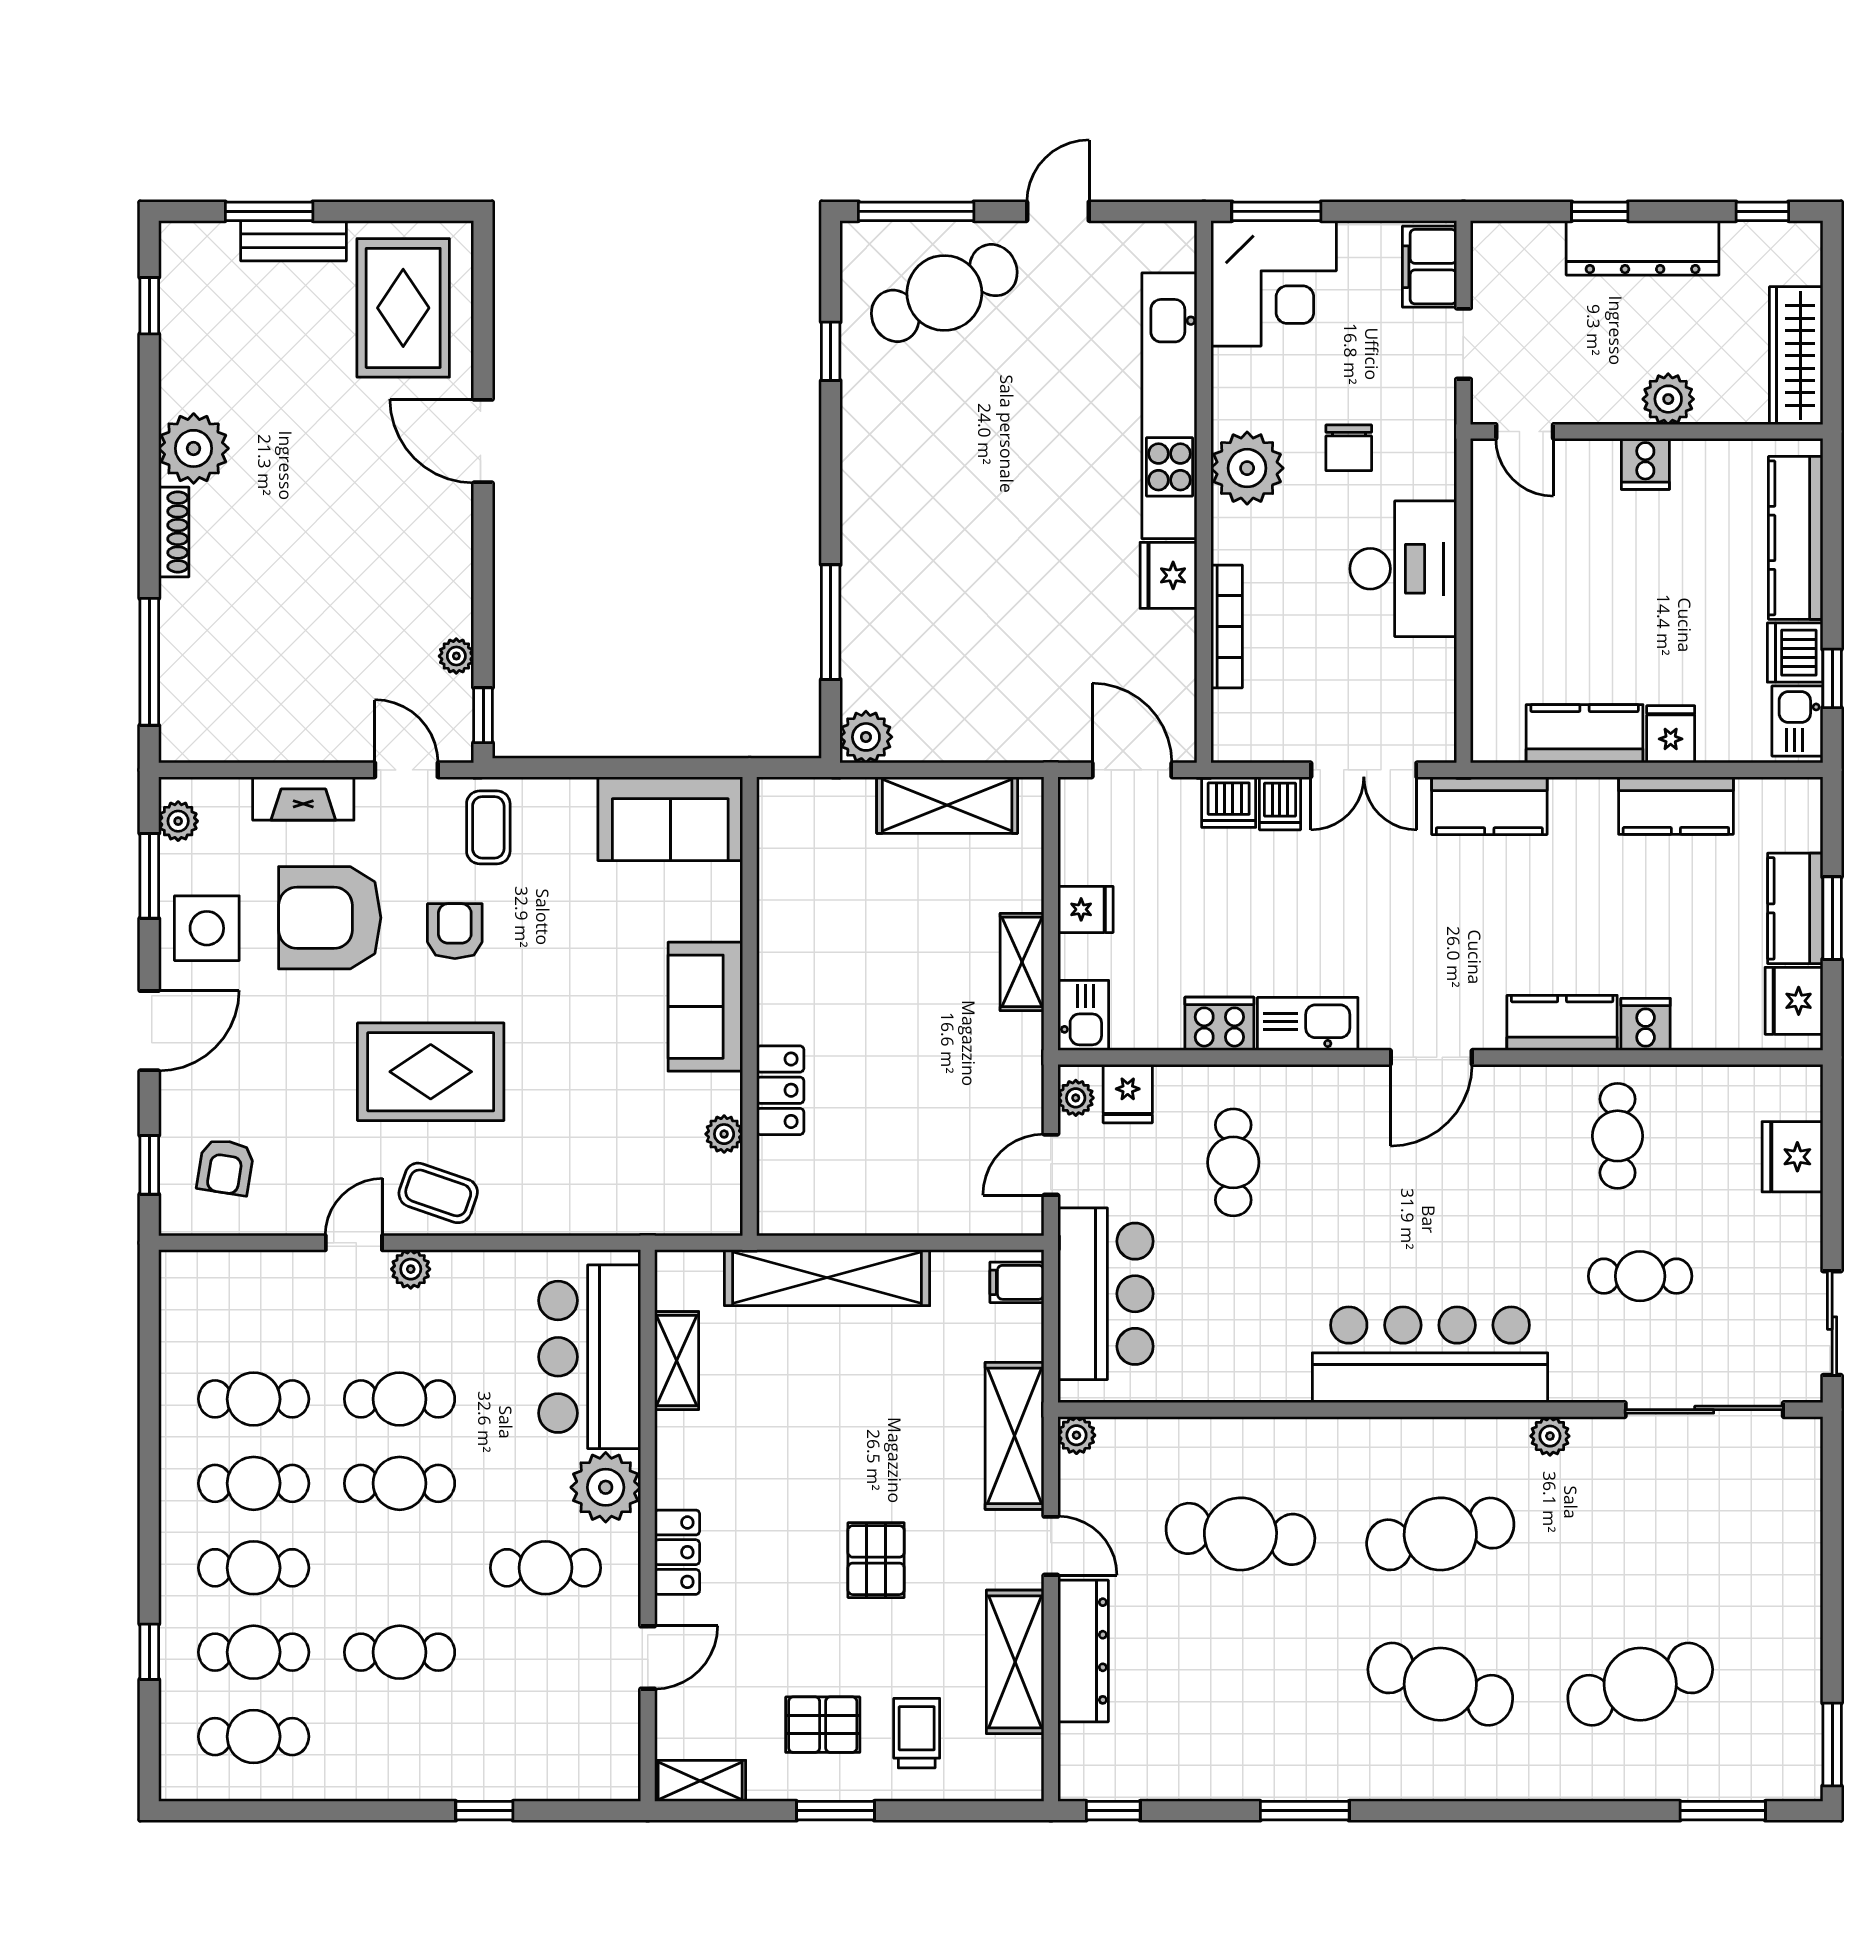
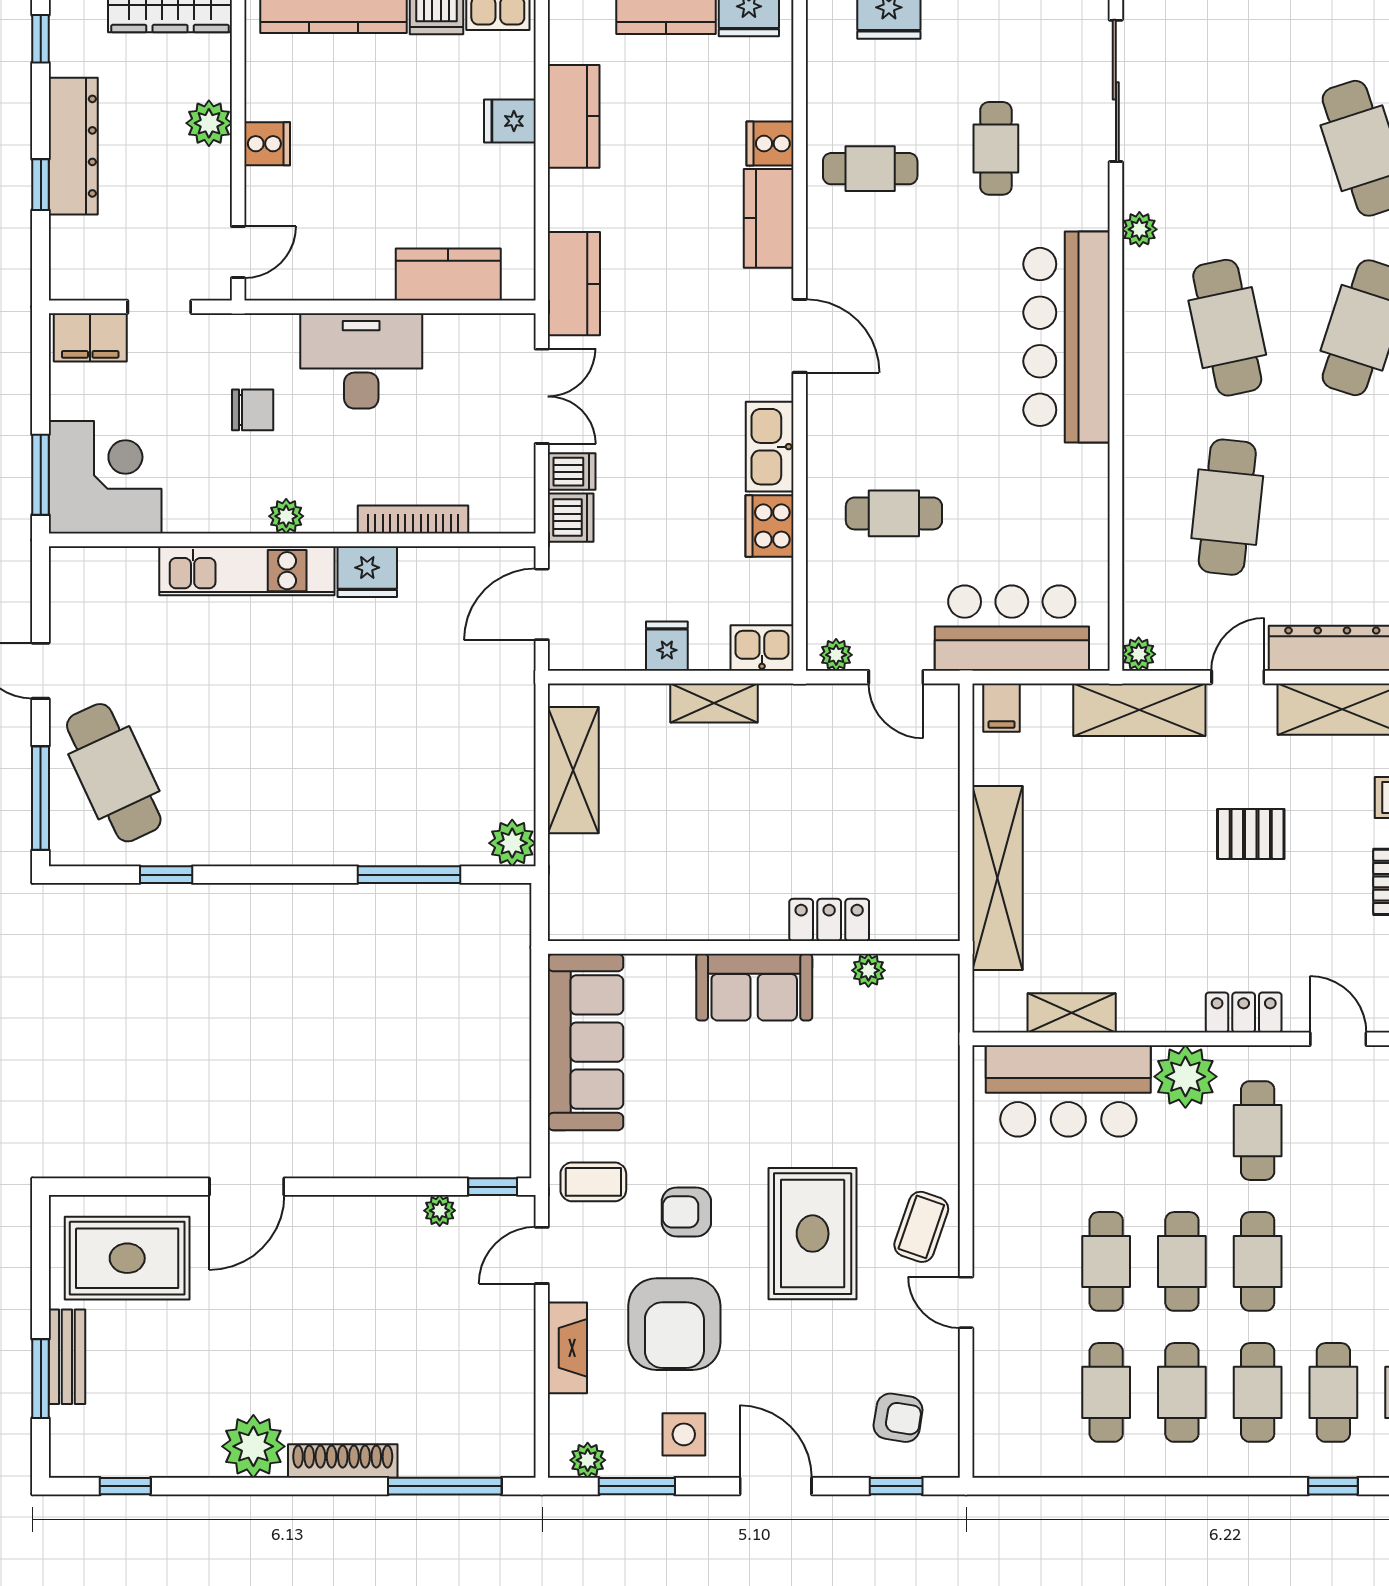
kitchen unit: (1169, 406) -> (247, 571), width x0.73
plant: (1247, 468) -> (286, 516), width x0.53, depth x0.53
shoe rack: (174, 532) -> (343, 1461), width x1.36, depth x1.24
kitchen counter: (1585, 734) -> (448, 274), moved, turned 90
sofa: (670, 819) -> (586, 1042), width x1.36
side table: (207, 928) -> (684, 1434), width x0.73, depth x0.73
fridge: (1128, 1094) -> (832, 608), removed
plant: (411, 1269) -> (990, 1251), removed
cafe table: (400, 1652) -> (1258, 1261), moved

